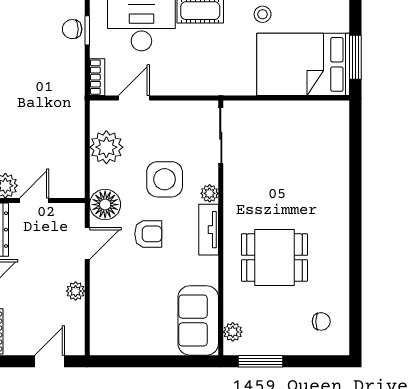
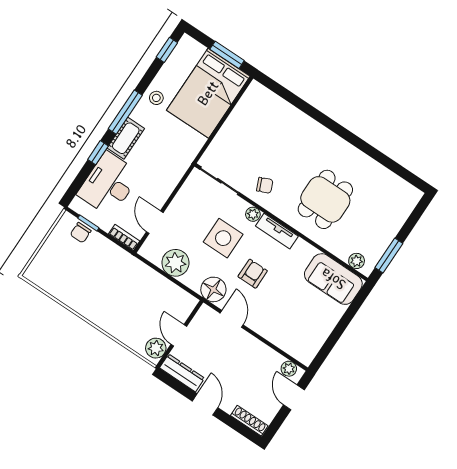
plant: (76, 291) -> (289, 369), moved
chair: (321, 321) -> (265, 185), moved, turned 67

